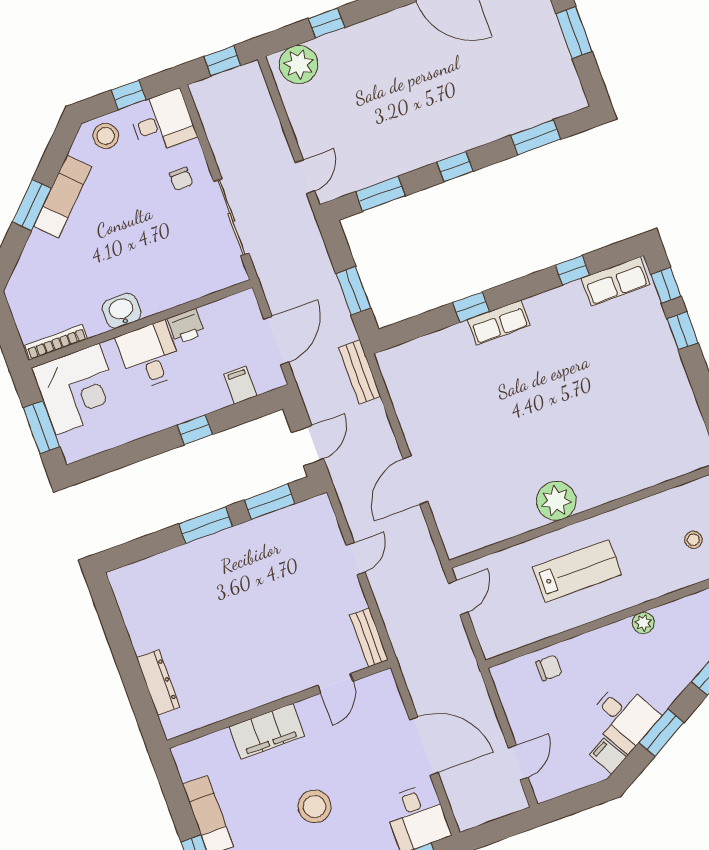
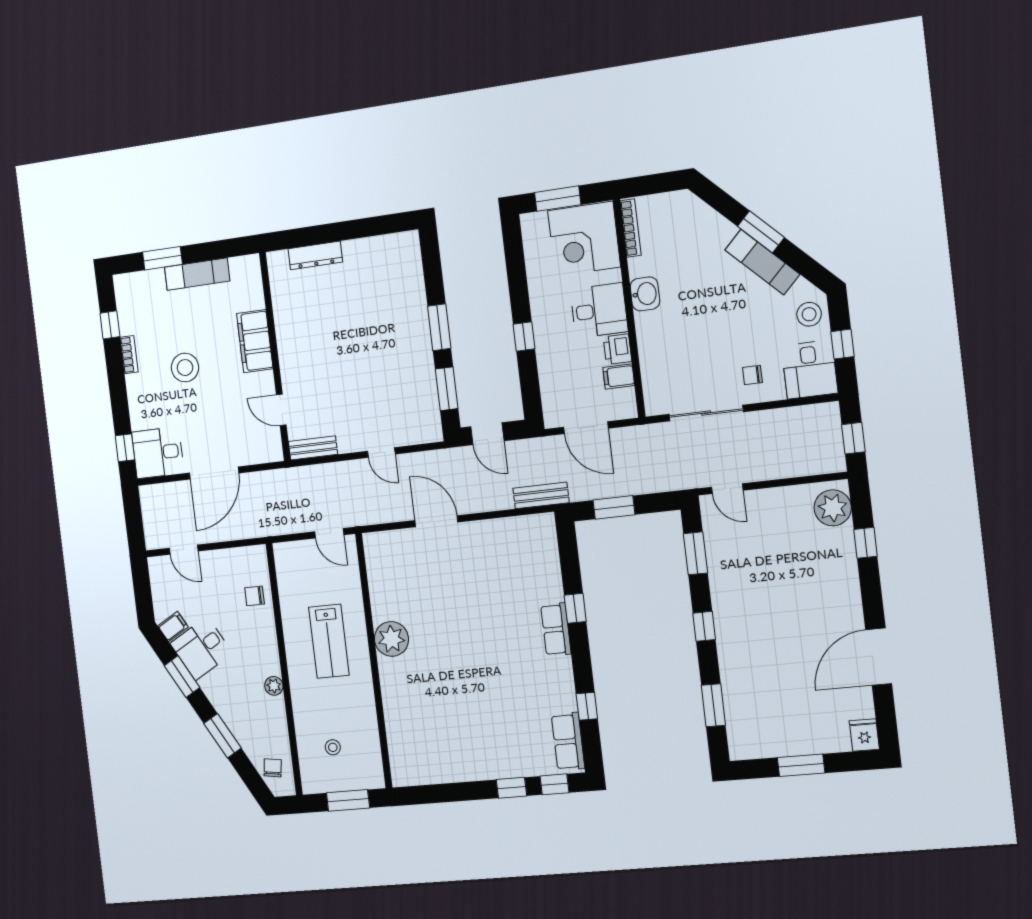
filing cabinet: (240, 385) -> (619, 376), moved, turned 180
chair: (549, 668) -> (255, 596), turned 90

